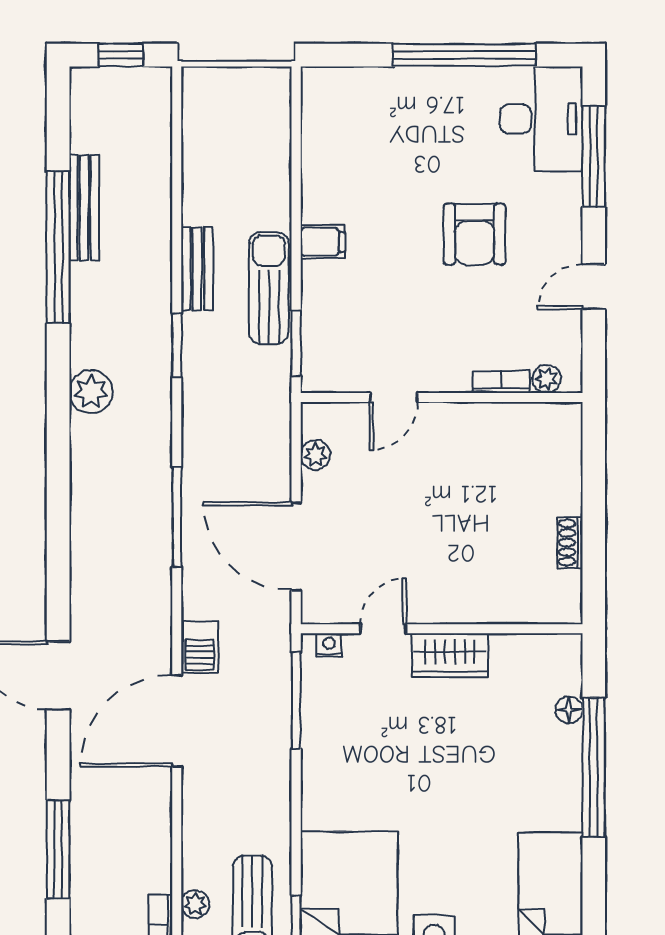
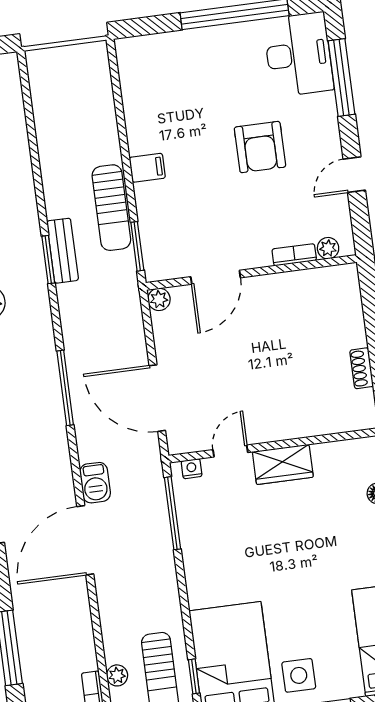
bench: (197, 269) -> (63, 251), moved
sun lounger: (269, 288) -> (111, 208), turned 180
door: (394, 397) -> (216, 277), width x1.38
plant: (315, 455) -> (159, 299), moved

